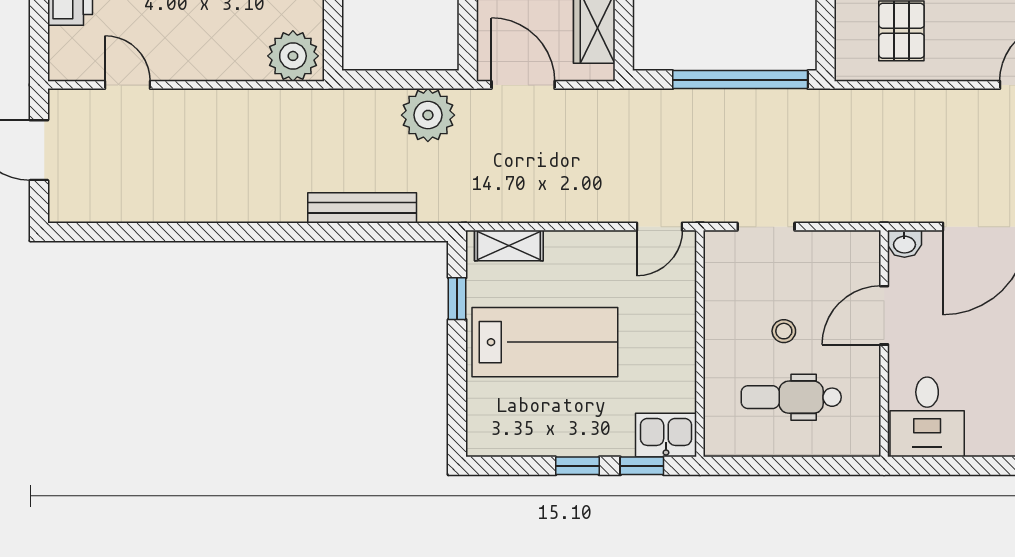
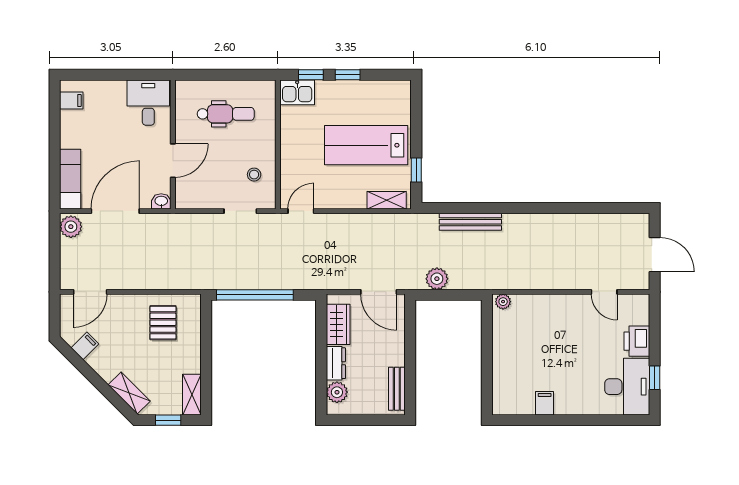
plant: (293, 56) -> (503, 302), width x0.53, depth x0.53
plant: (428, 115) -> (437, 279), width x0.73, depth x0.73
stool: (784, 331) -> (254, 175), moved

